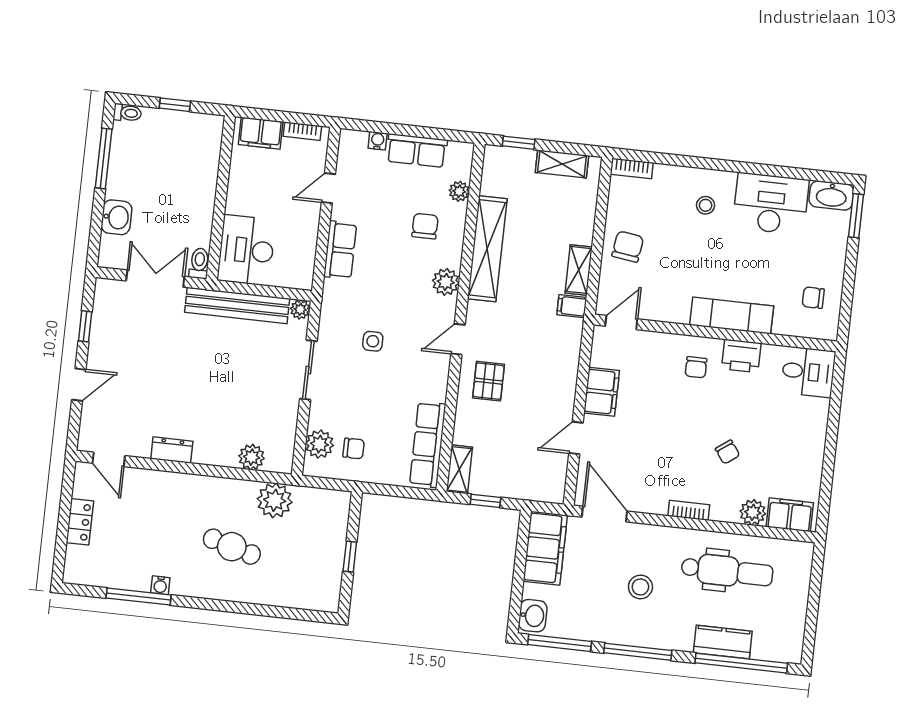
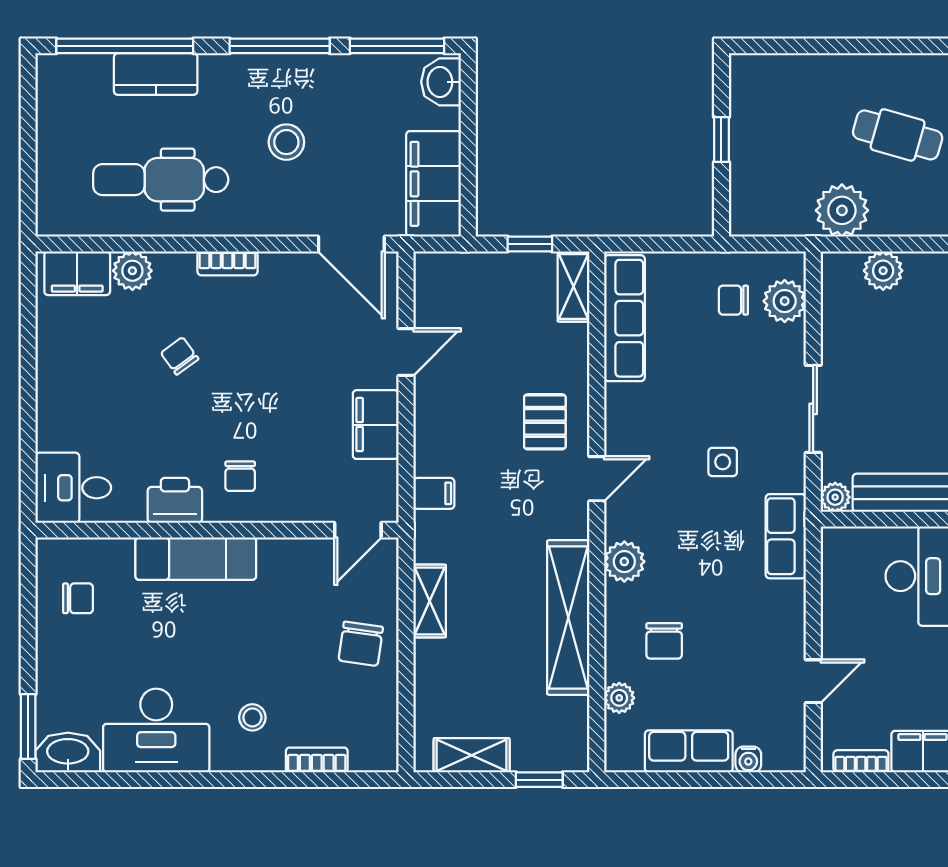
bookcase: (632, 168) -> (317, 760), moved
row of seats: (340, 250) -> (786, 536), moved
filing cabinet: (572, 306) -> (434, 493), moved
chair: (696, 367) -> (240, 476), turned 180

